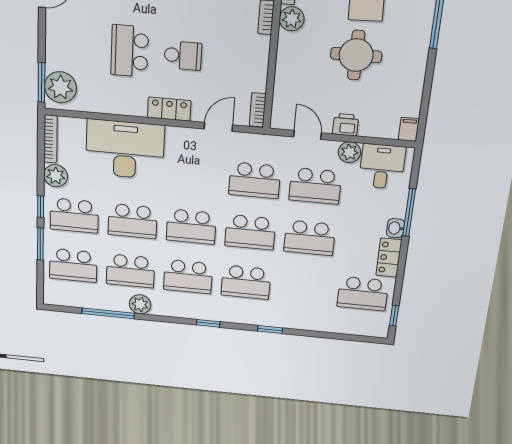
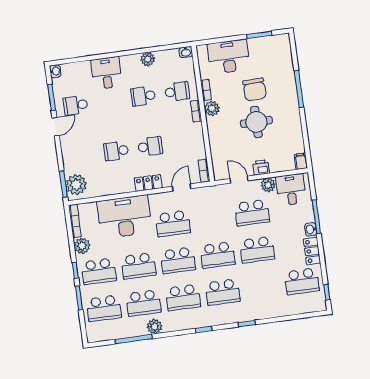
school desk: (130, 51) -> (116, 151), width x0.54
school desk: (255, 180) -> (173, 223), moved

